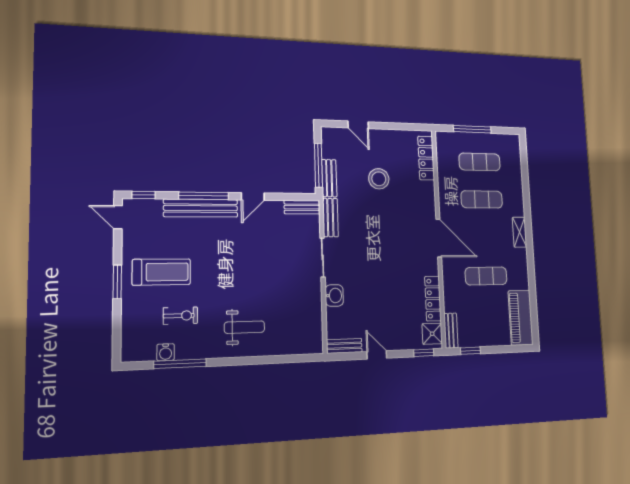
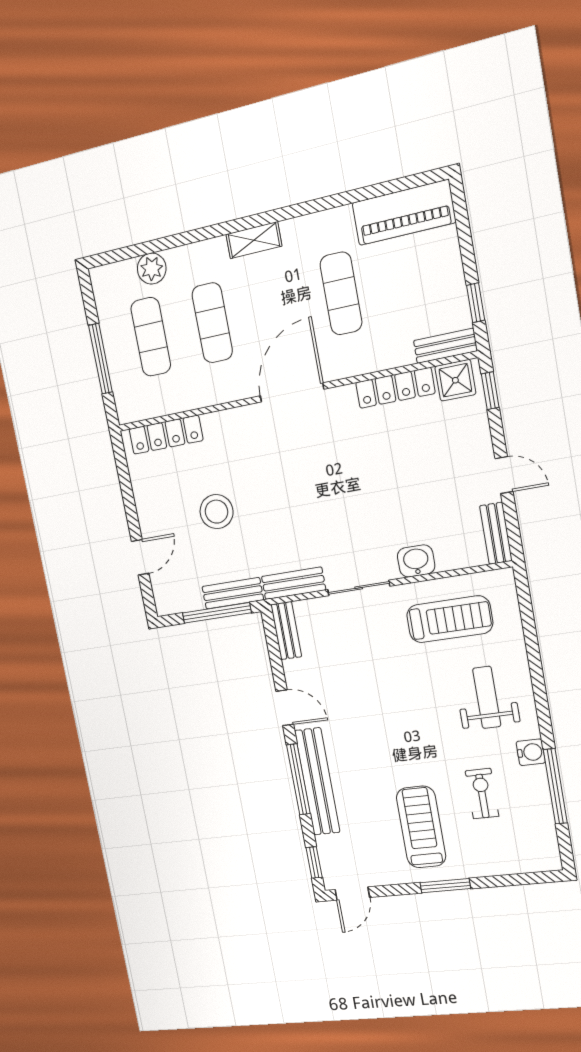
plant: (514, 171) -> (152, 269), added
treadmill: (296, 311) -> (450, 619), added
water cooler: (166, 352) -> (531, 752), moved
door: (377, 355) -> (504, 475), swing flipped

